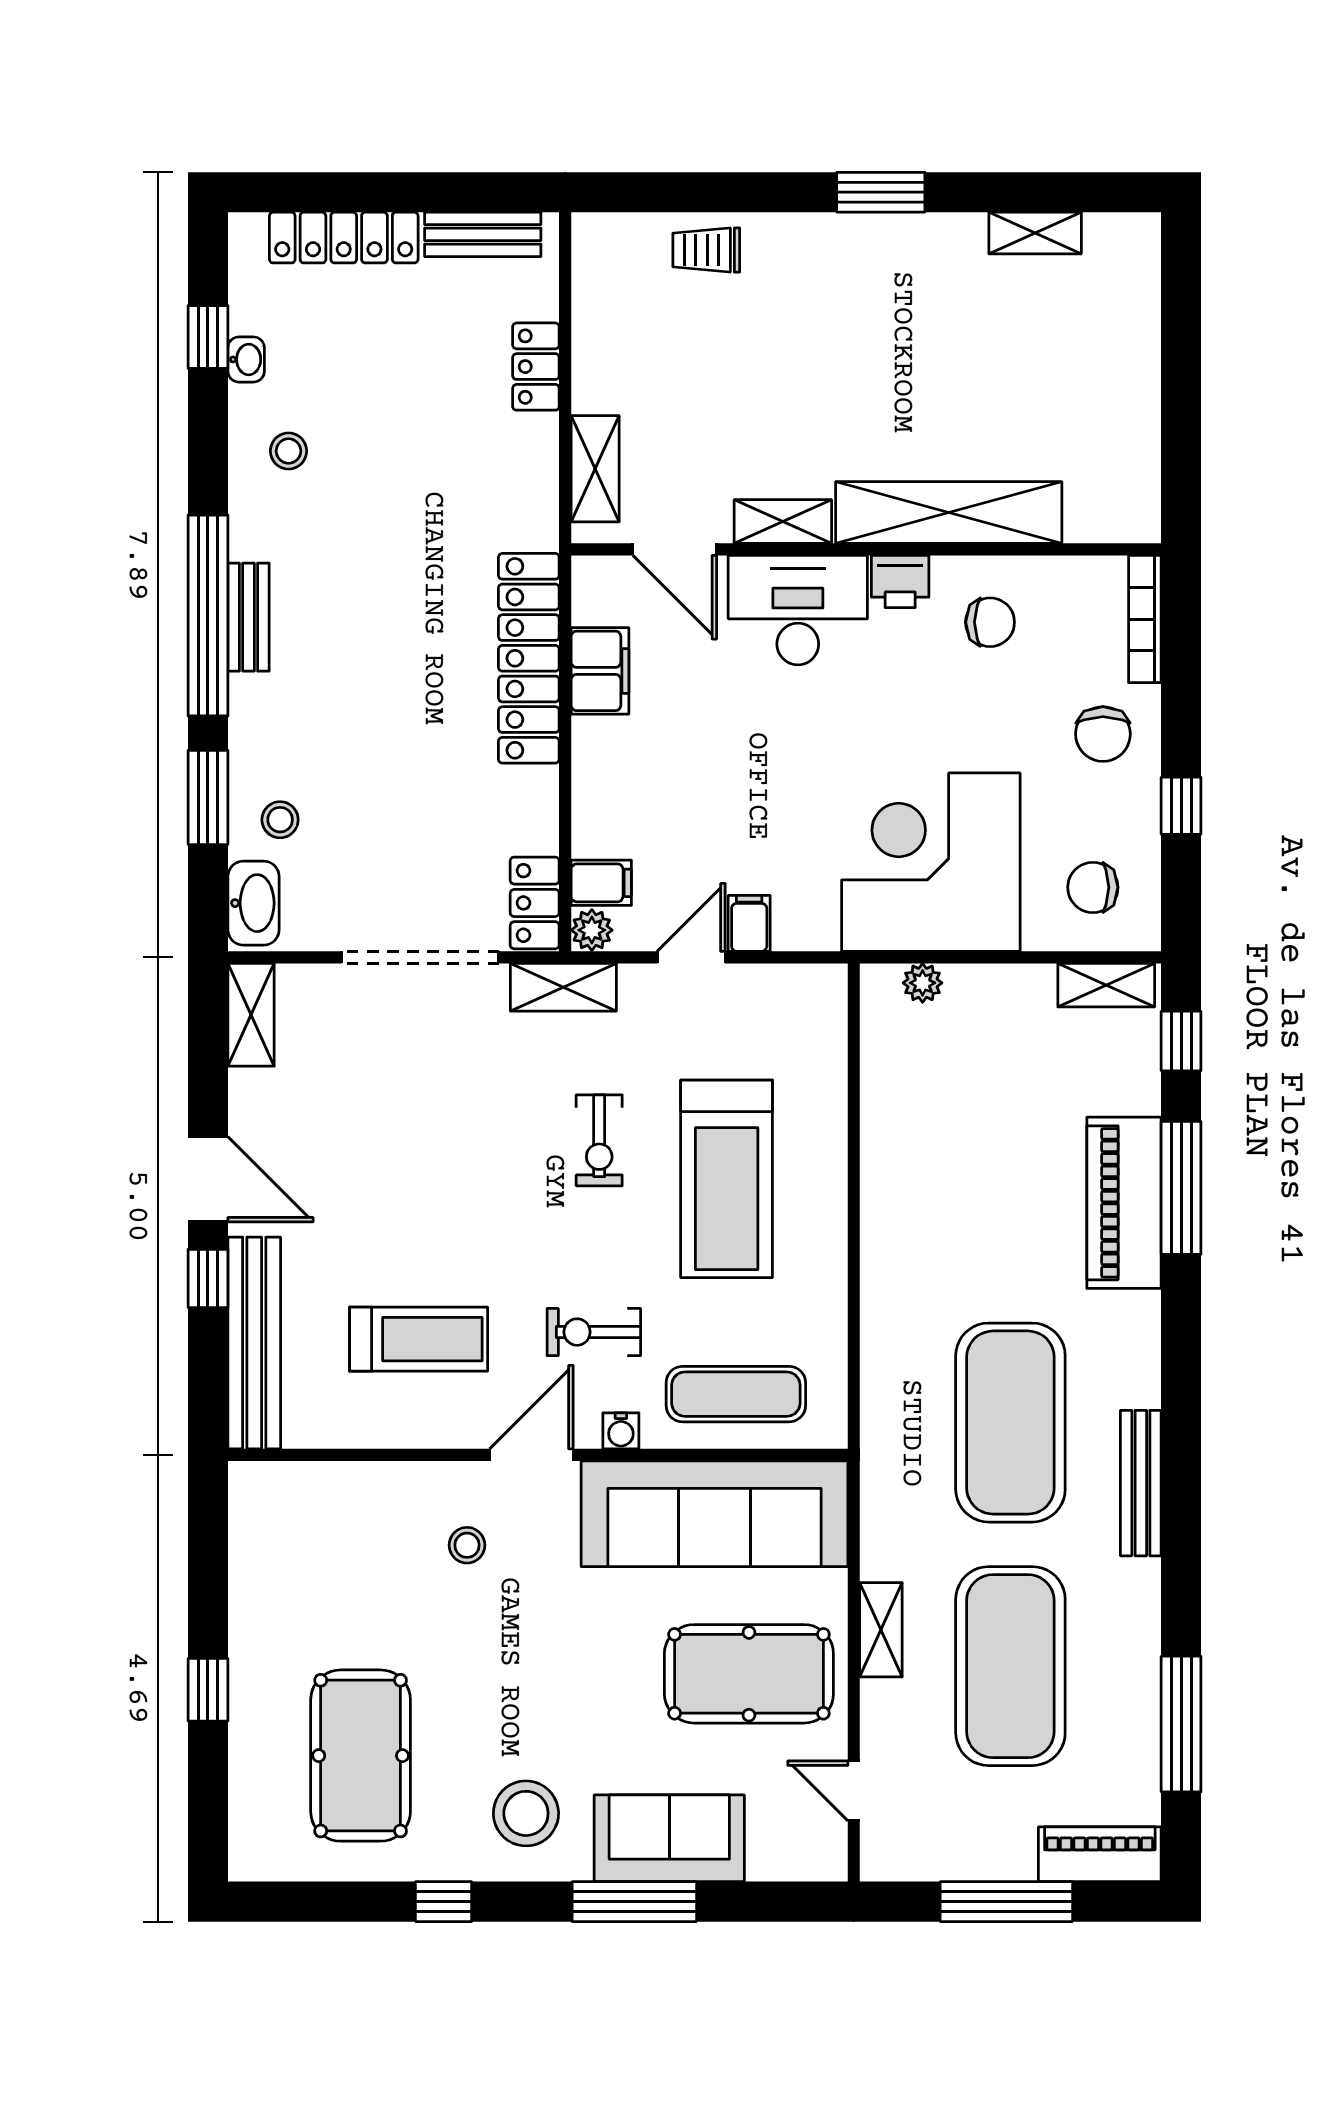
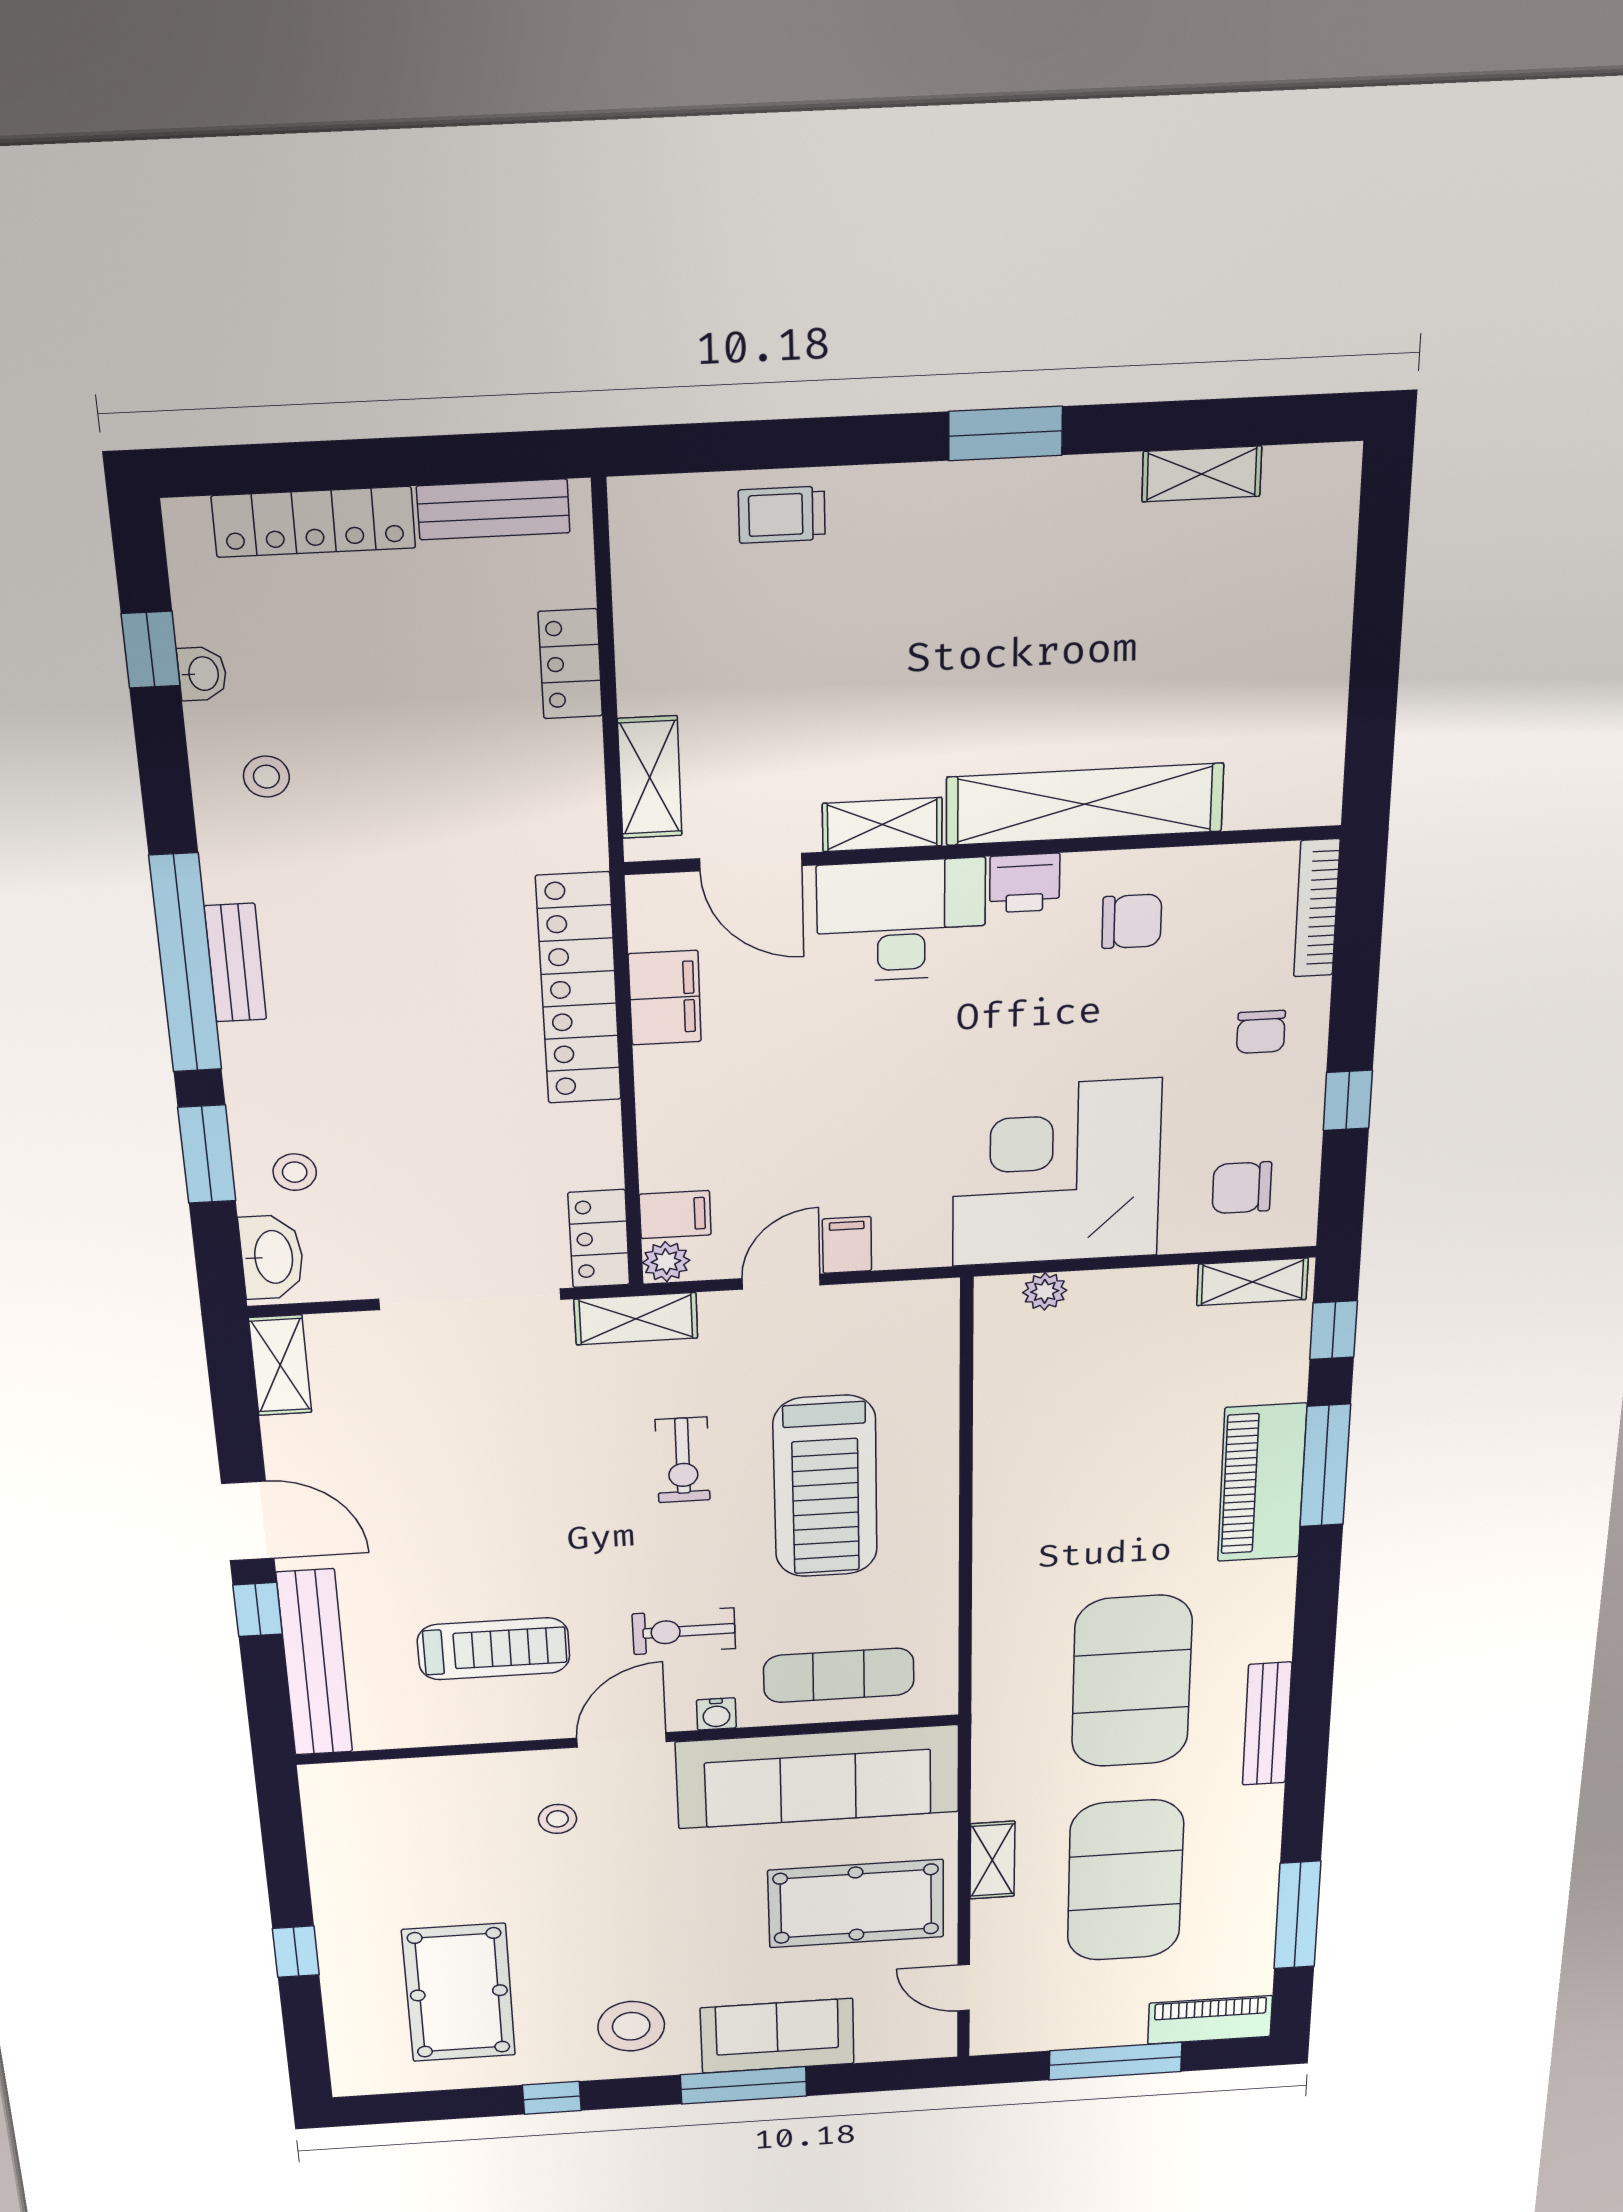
chair: (1103, 734) -> (1261, 1032), width x0.73, depth x0.73

